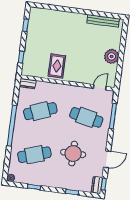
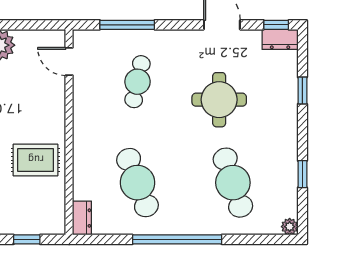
cafe table: (86, 117) -> (138, 82), width x0.73, depth x0.74

